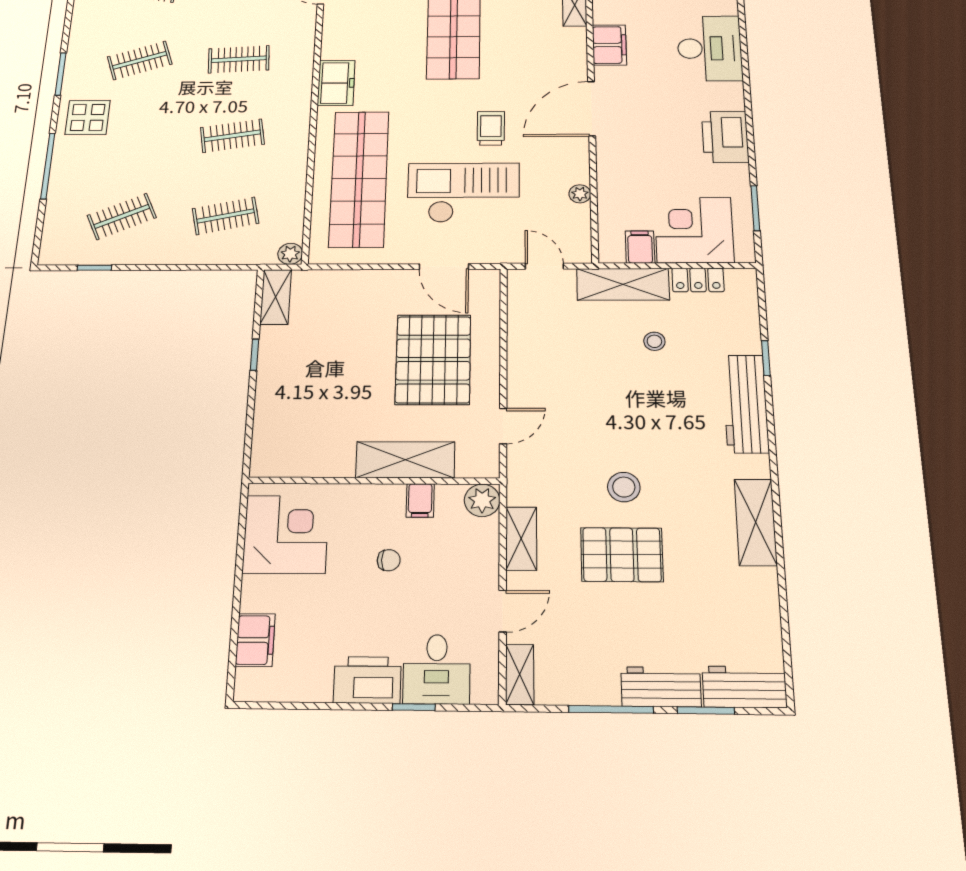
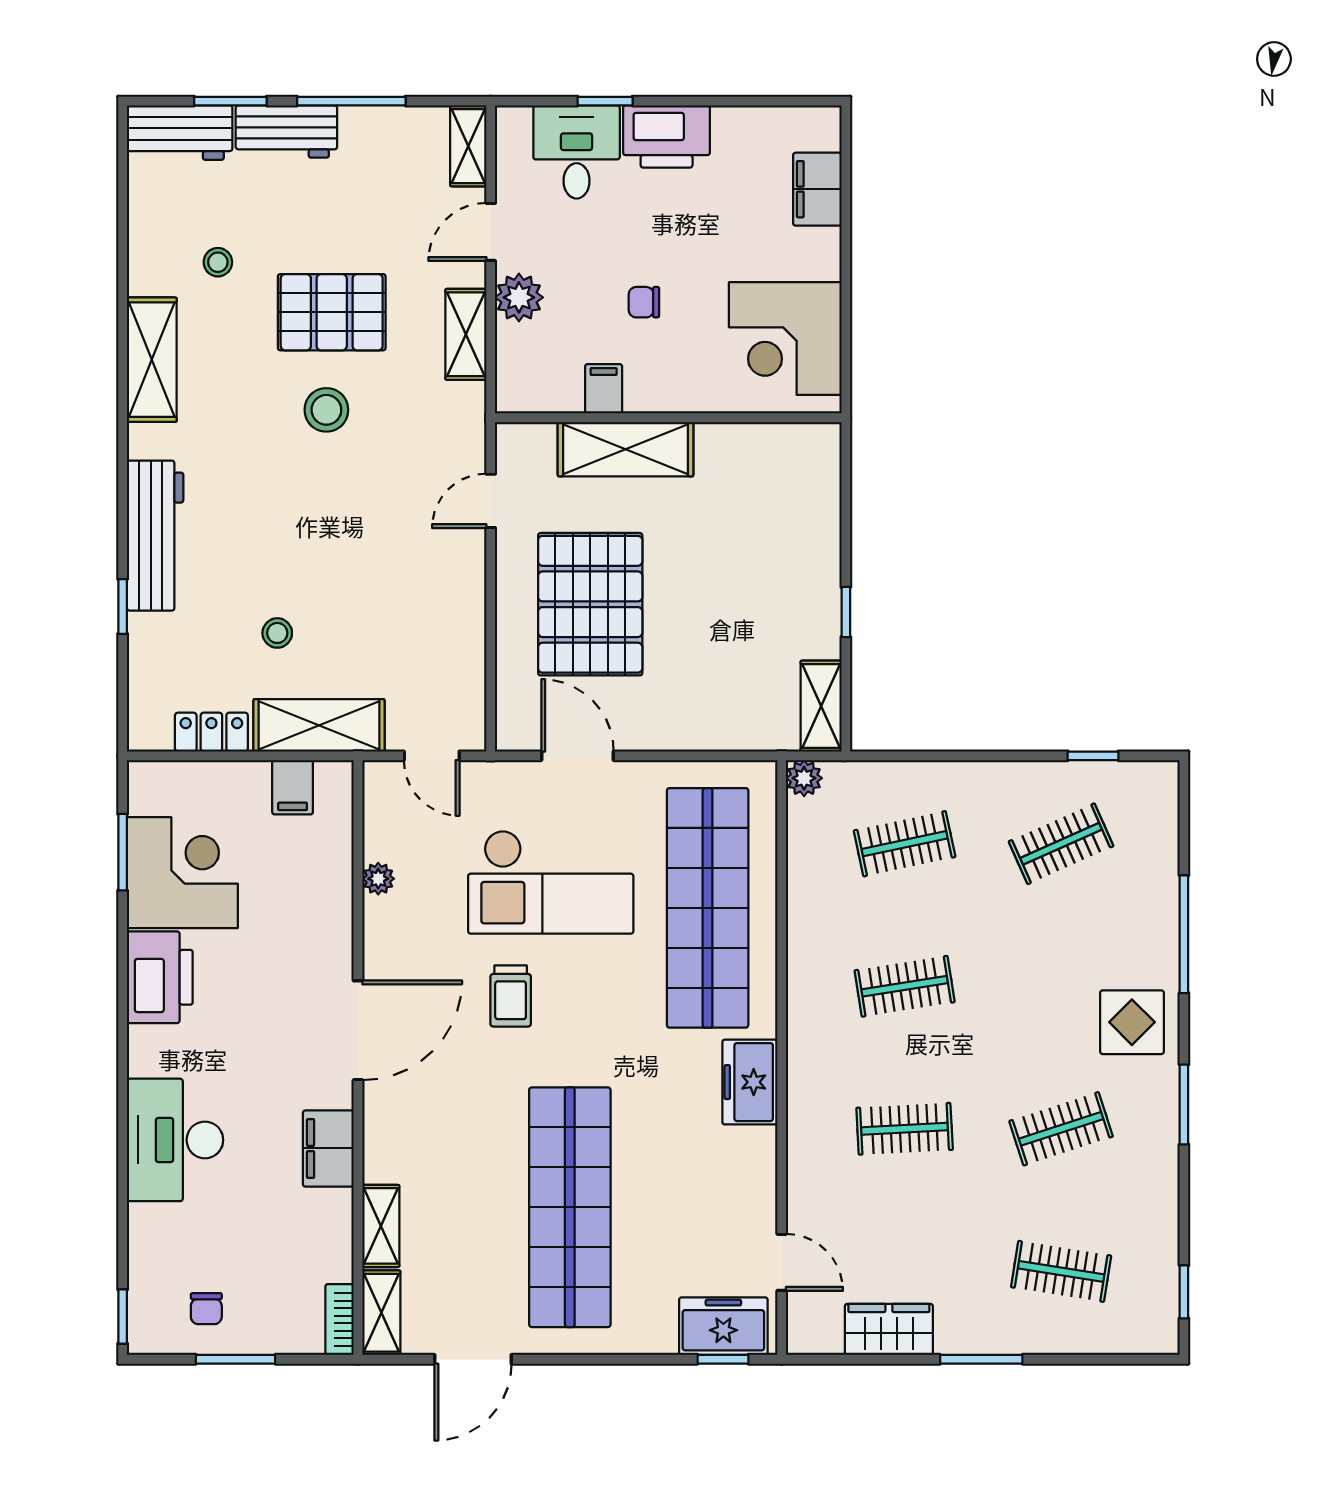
corner desk: (694, 230) -> (182, 873), moved, turned -90
plant: (482, 500) -> (519, 297), moved
stool: (710, 591) -> (218, 262), added

